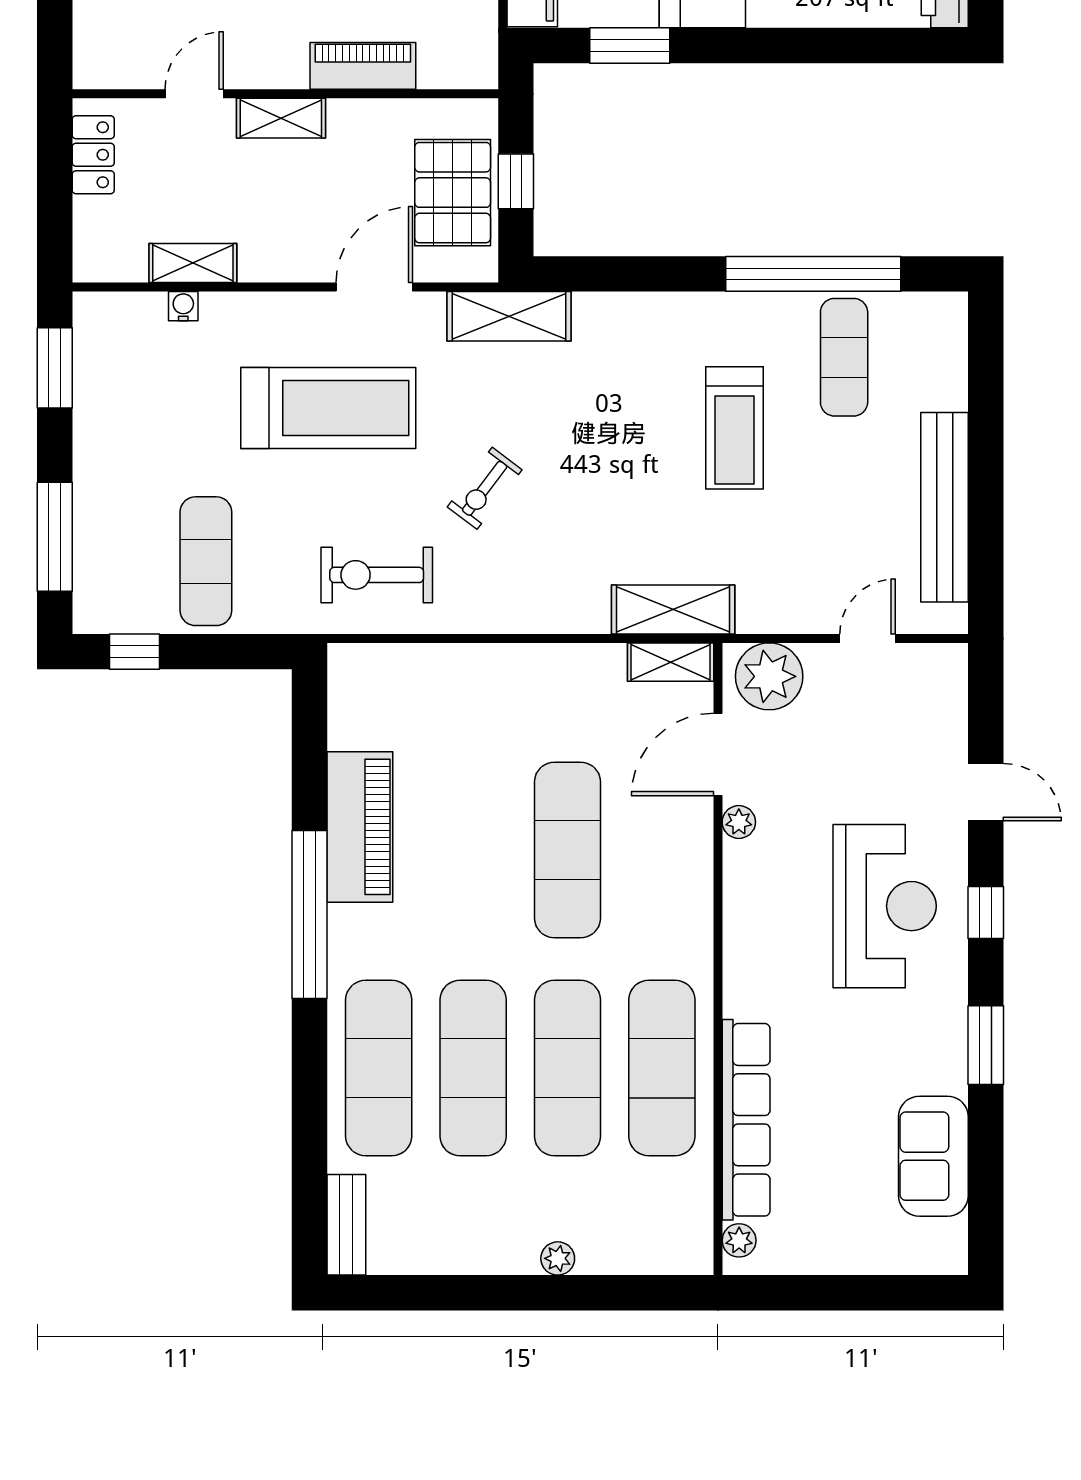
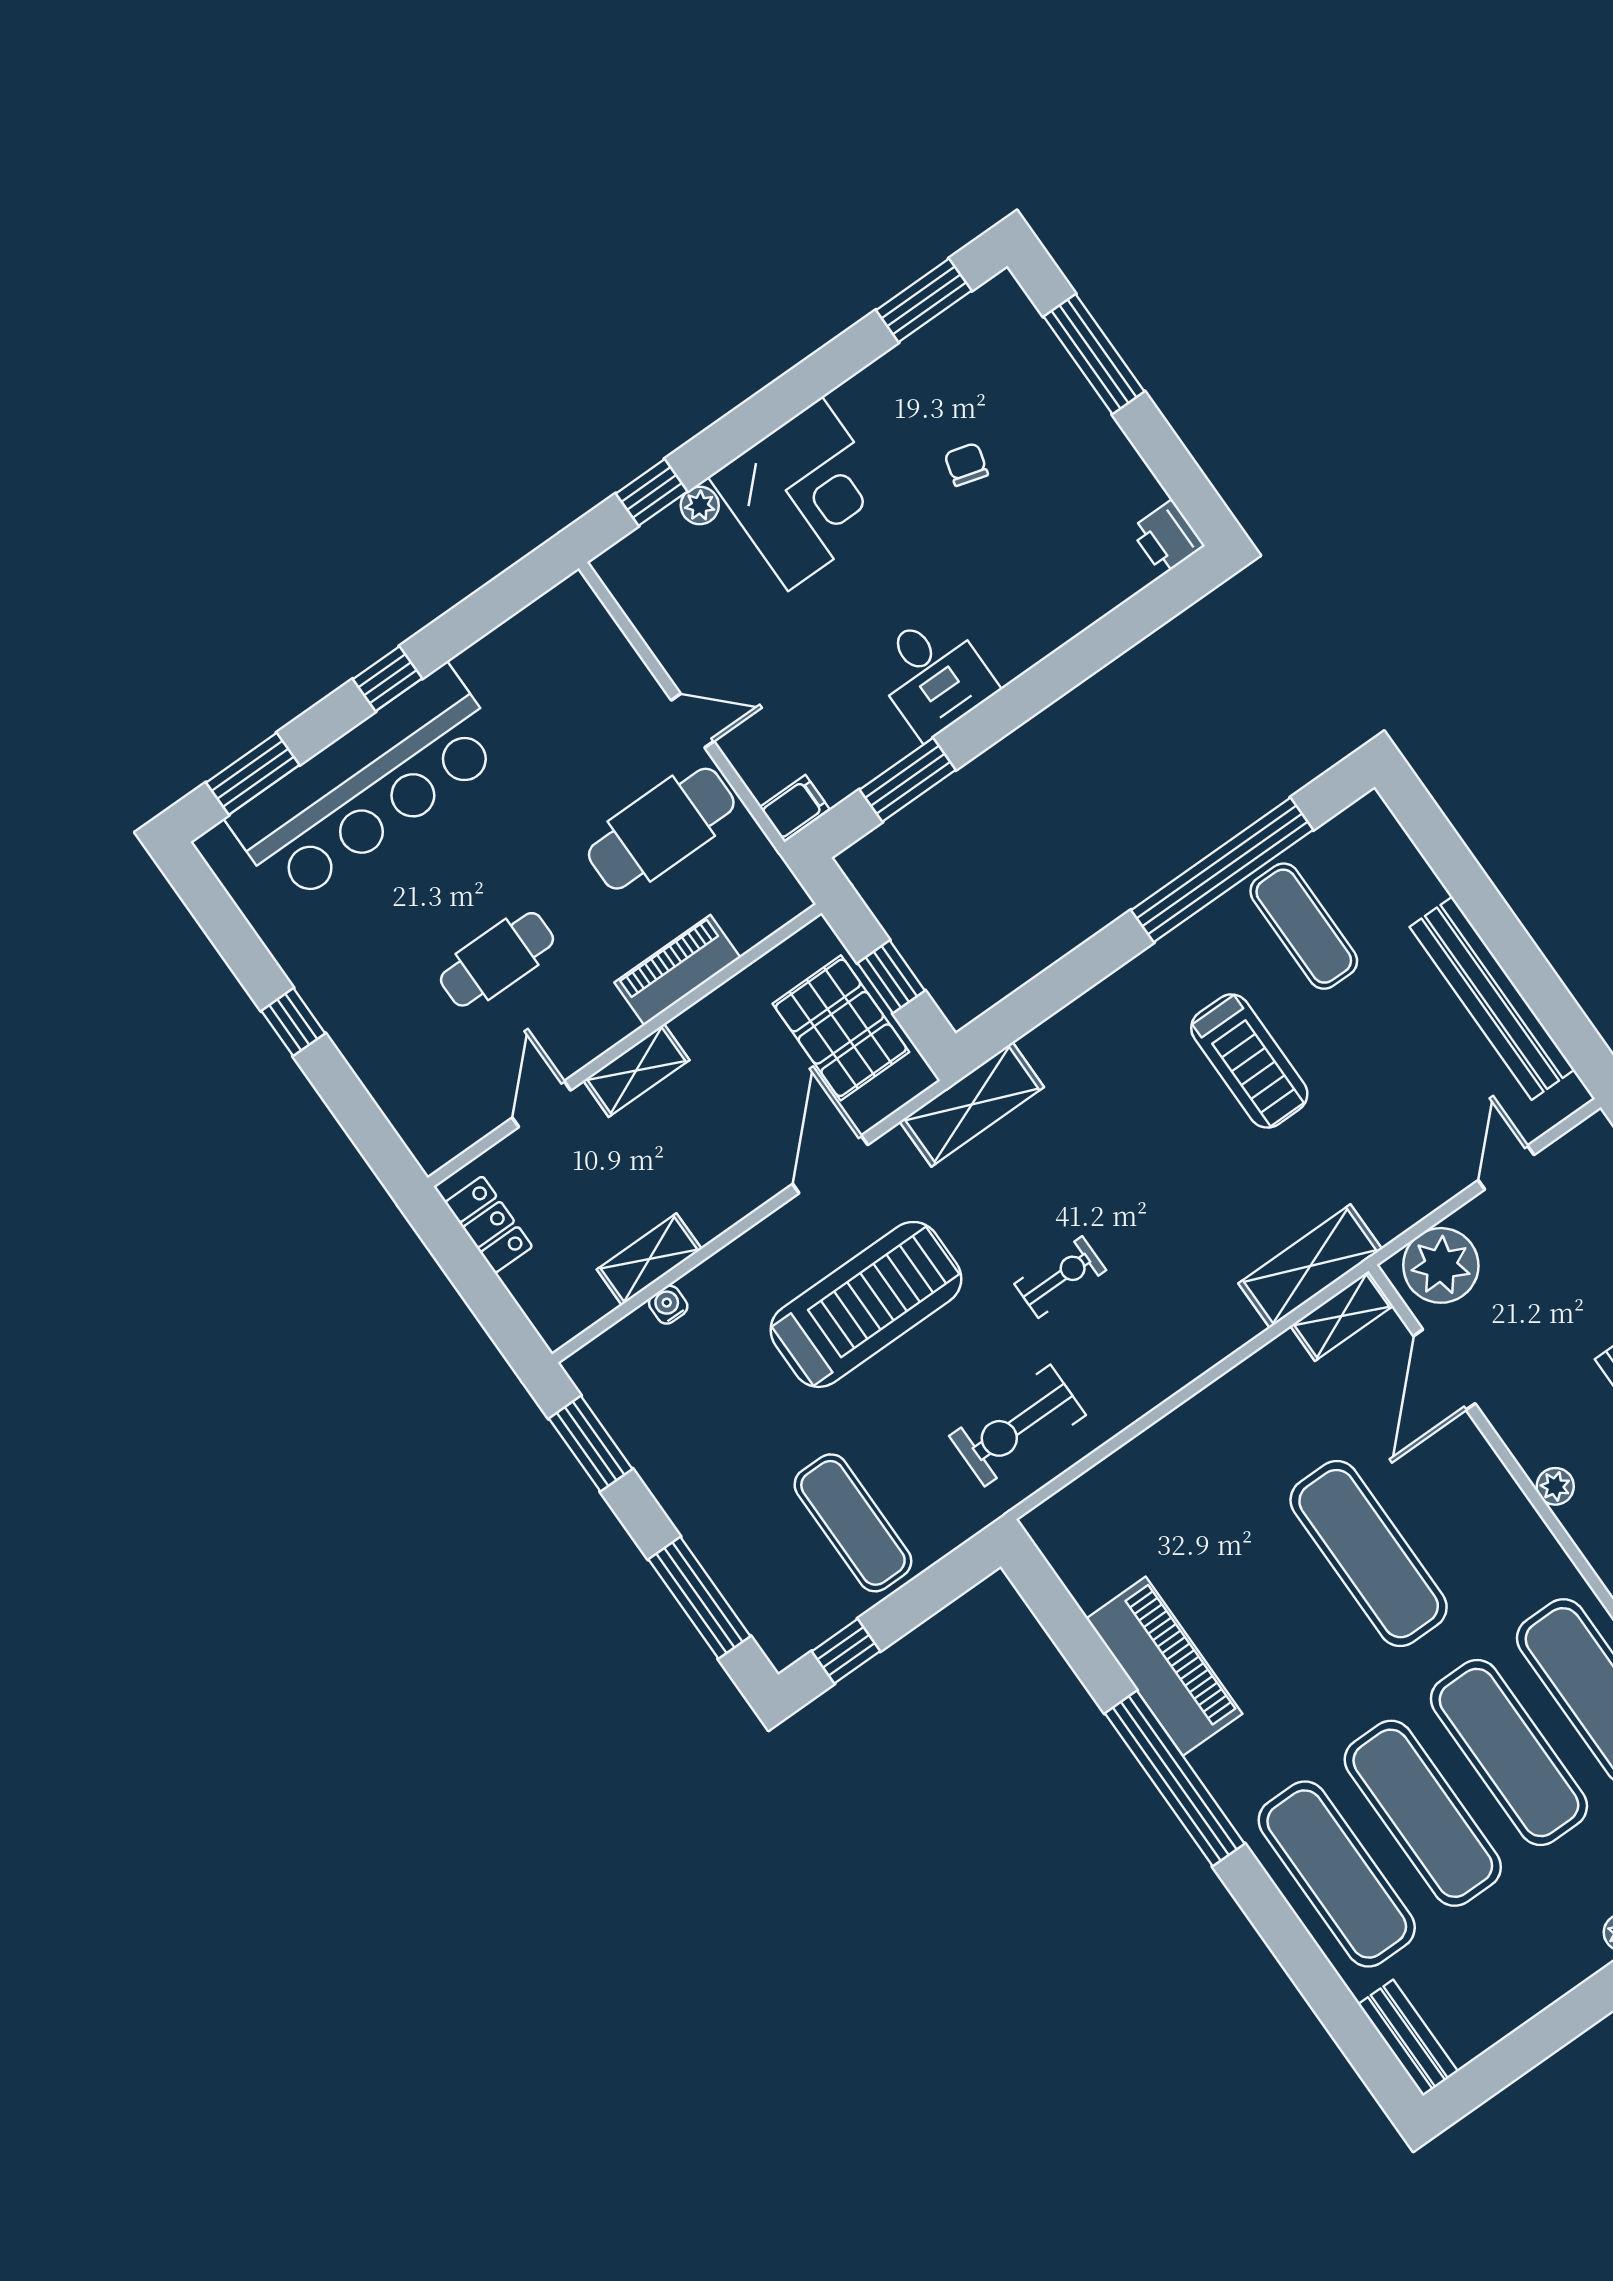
exercise bike: (485, 488) -> (1060, 1277), turned -127
plant: (739, 822) -> (1555, 1486), moved

